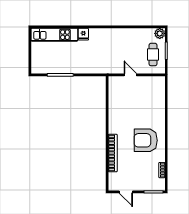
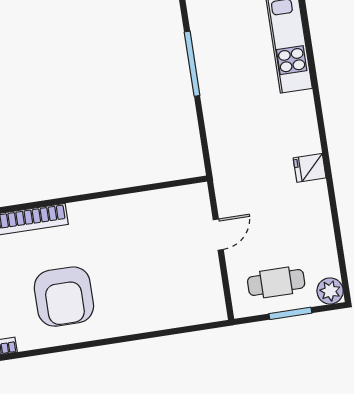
fridge: (83, 34) -> (310, 168), moved
armchair: (146, 140) -> (64, 297), turned 180

